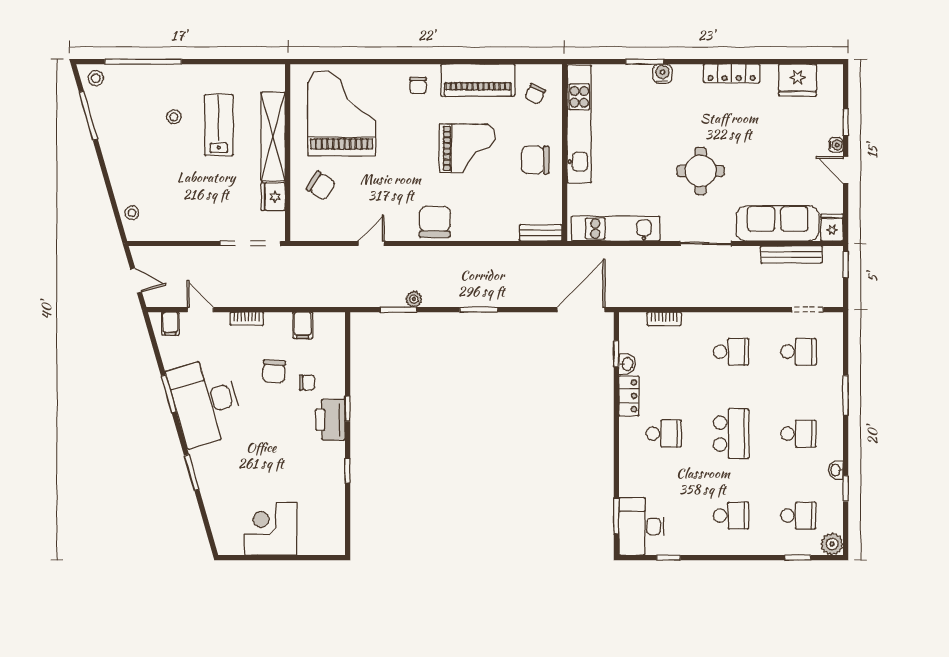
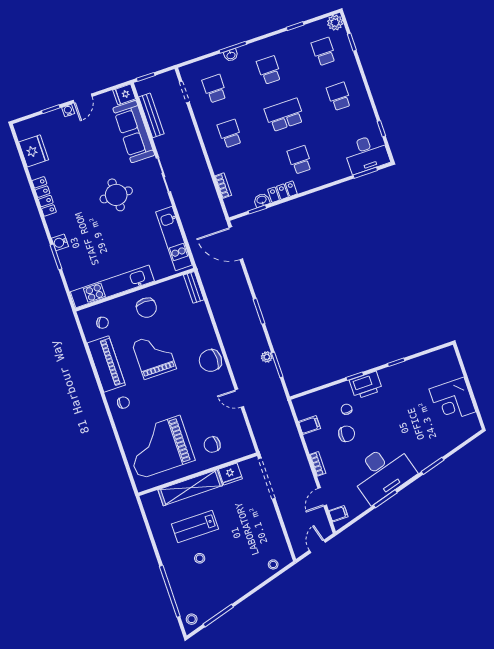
chair: (321, 186) -> (212, 445), turned -122
washbasin: (836, 470) -> (231, 55), moved

